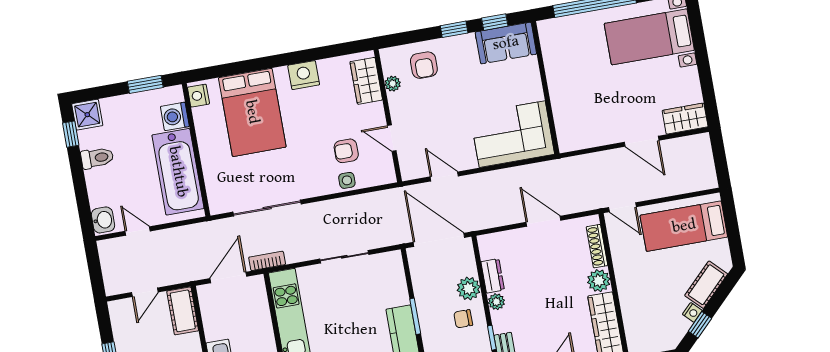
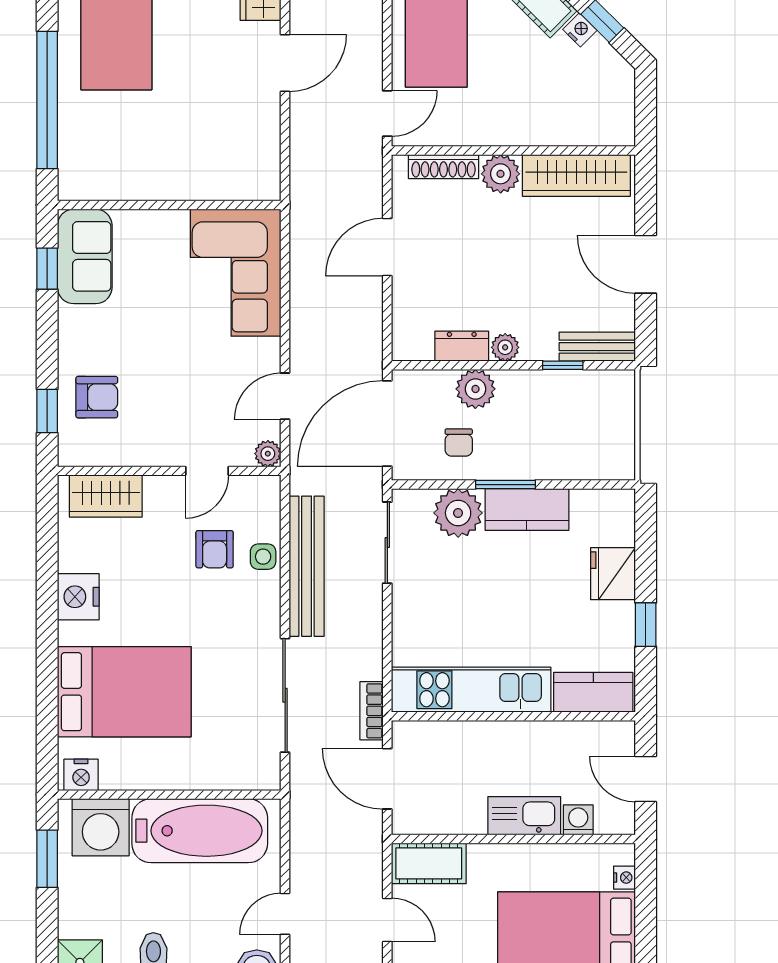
window: (454, 29) -> (47, 411), moved
plant: (393, 84) -> (268, 454), moved
washing machine: (175, 116) -> (101, 827), width x1.37, depth x1.37
bench: (346, 207) -> (307, 566), added
sliding door: (344, 257) -> (387, 543), moved
plant: (393, 291) -> (458, 513), added
chair: (463, 319) -> (459, 443), moved

